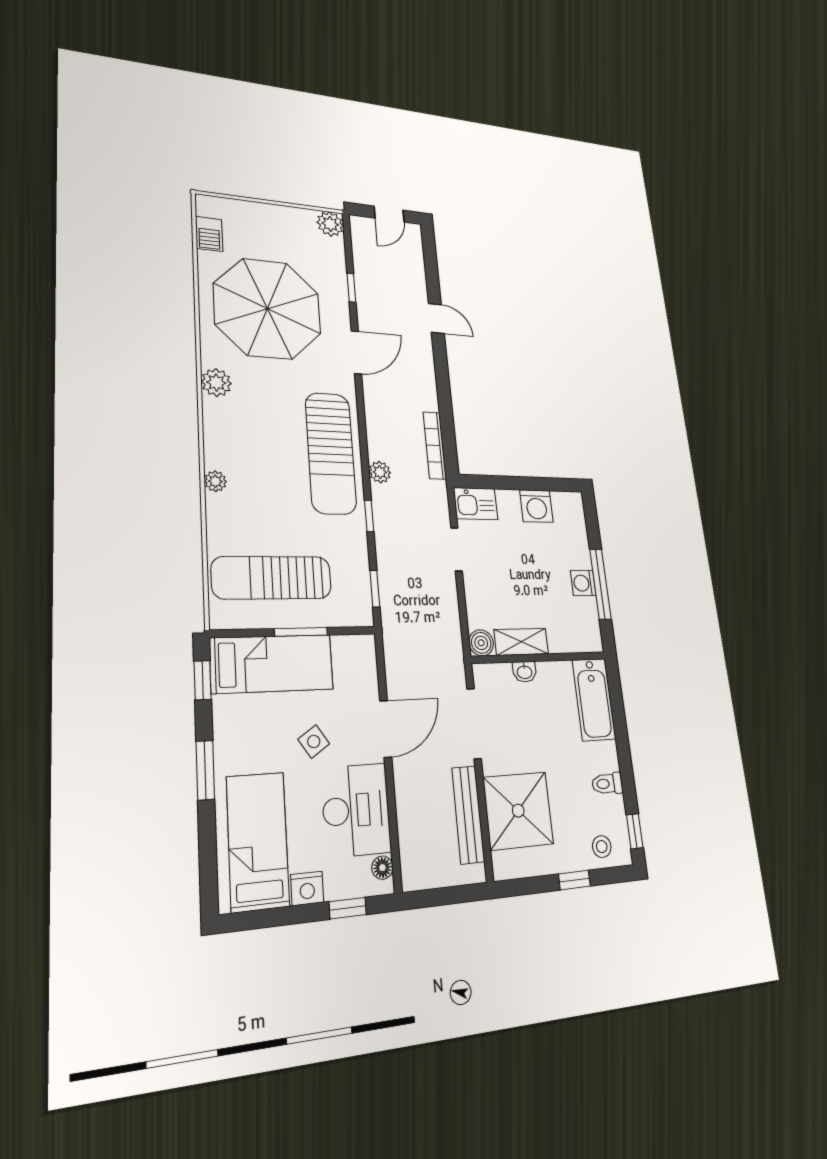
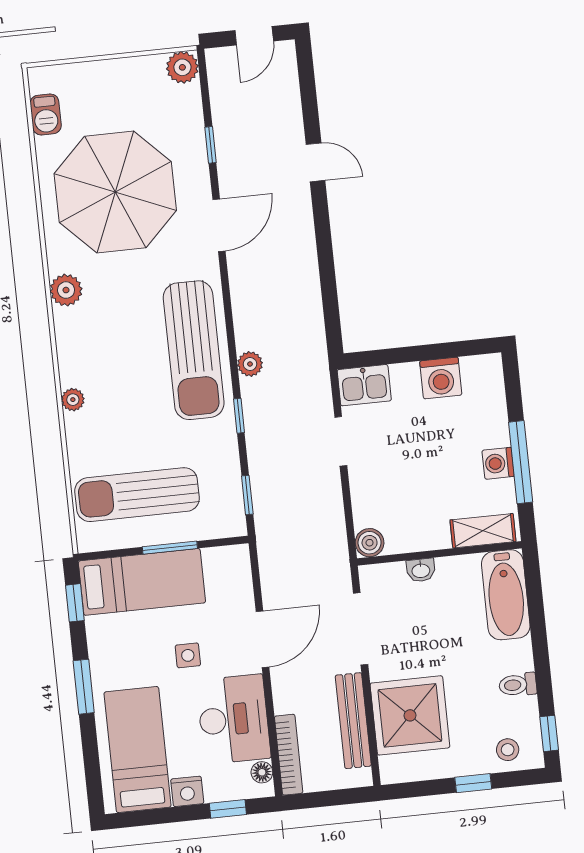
bookcase: (435, 445) -> (289, 755), moved, turned 180
shelving: (521, 642) -> (483, 531), moved
side table: (314, 741) -> (188, 655), turned 34

